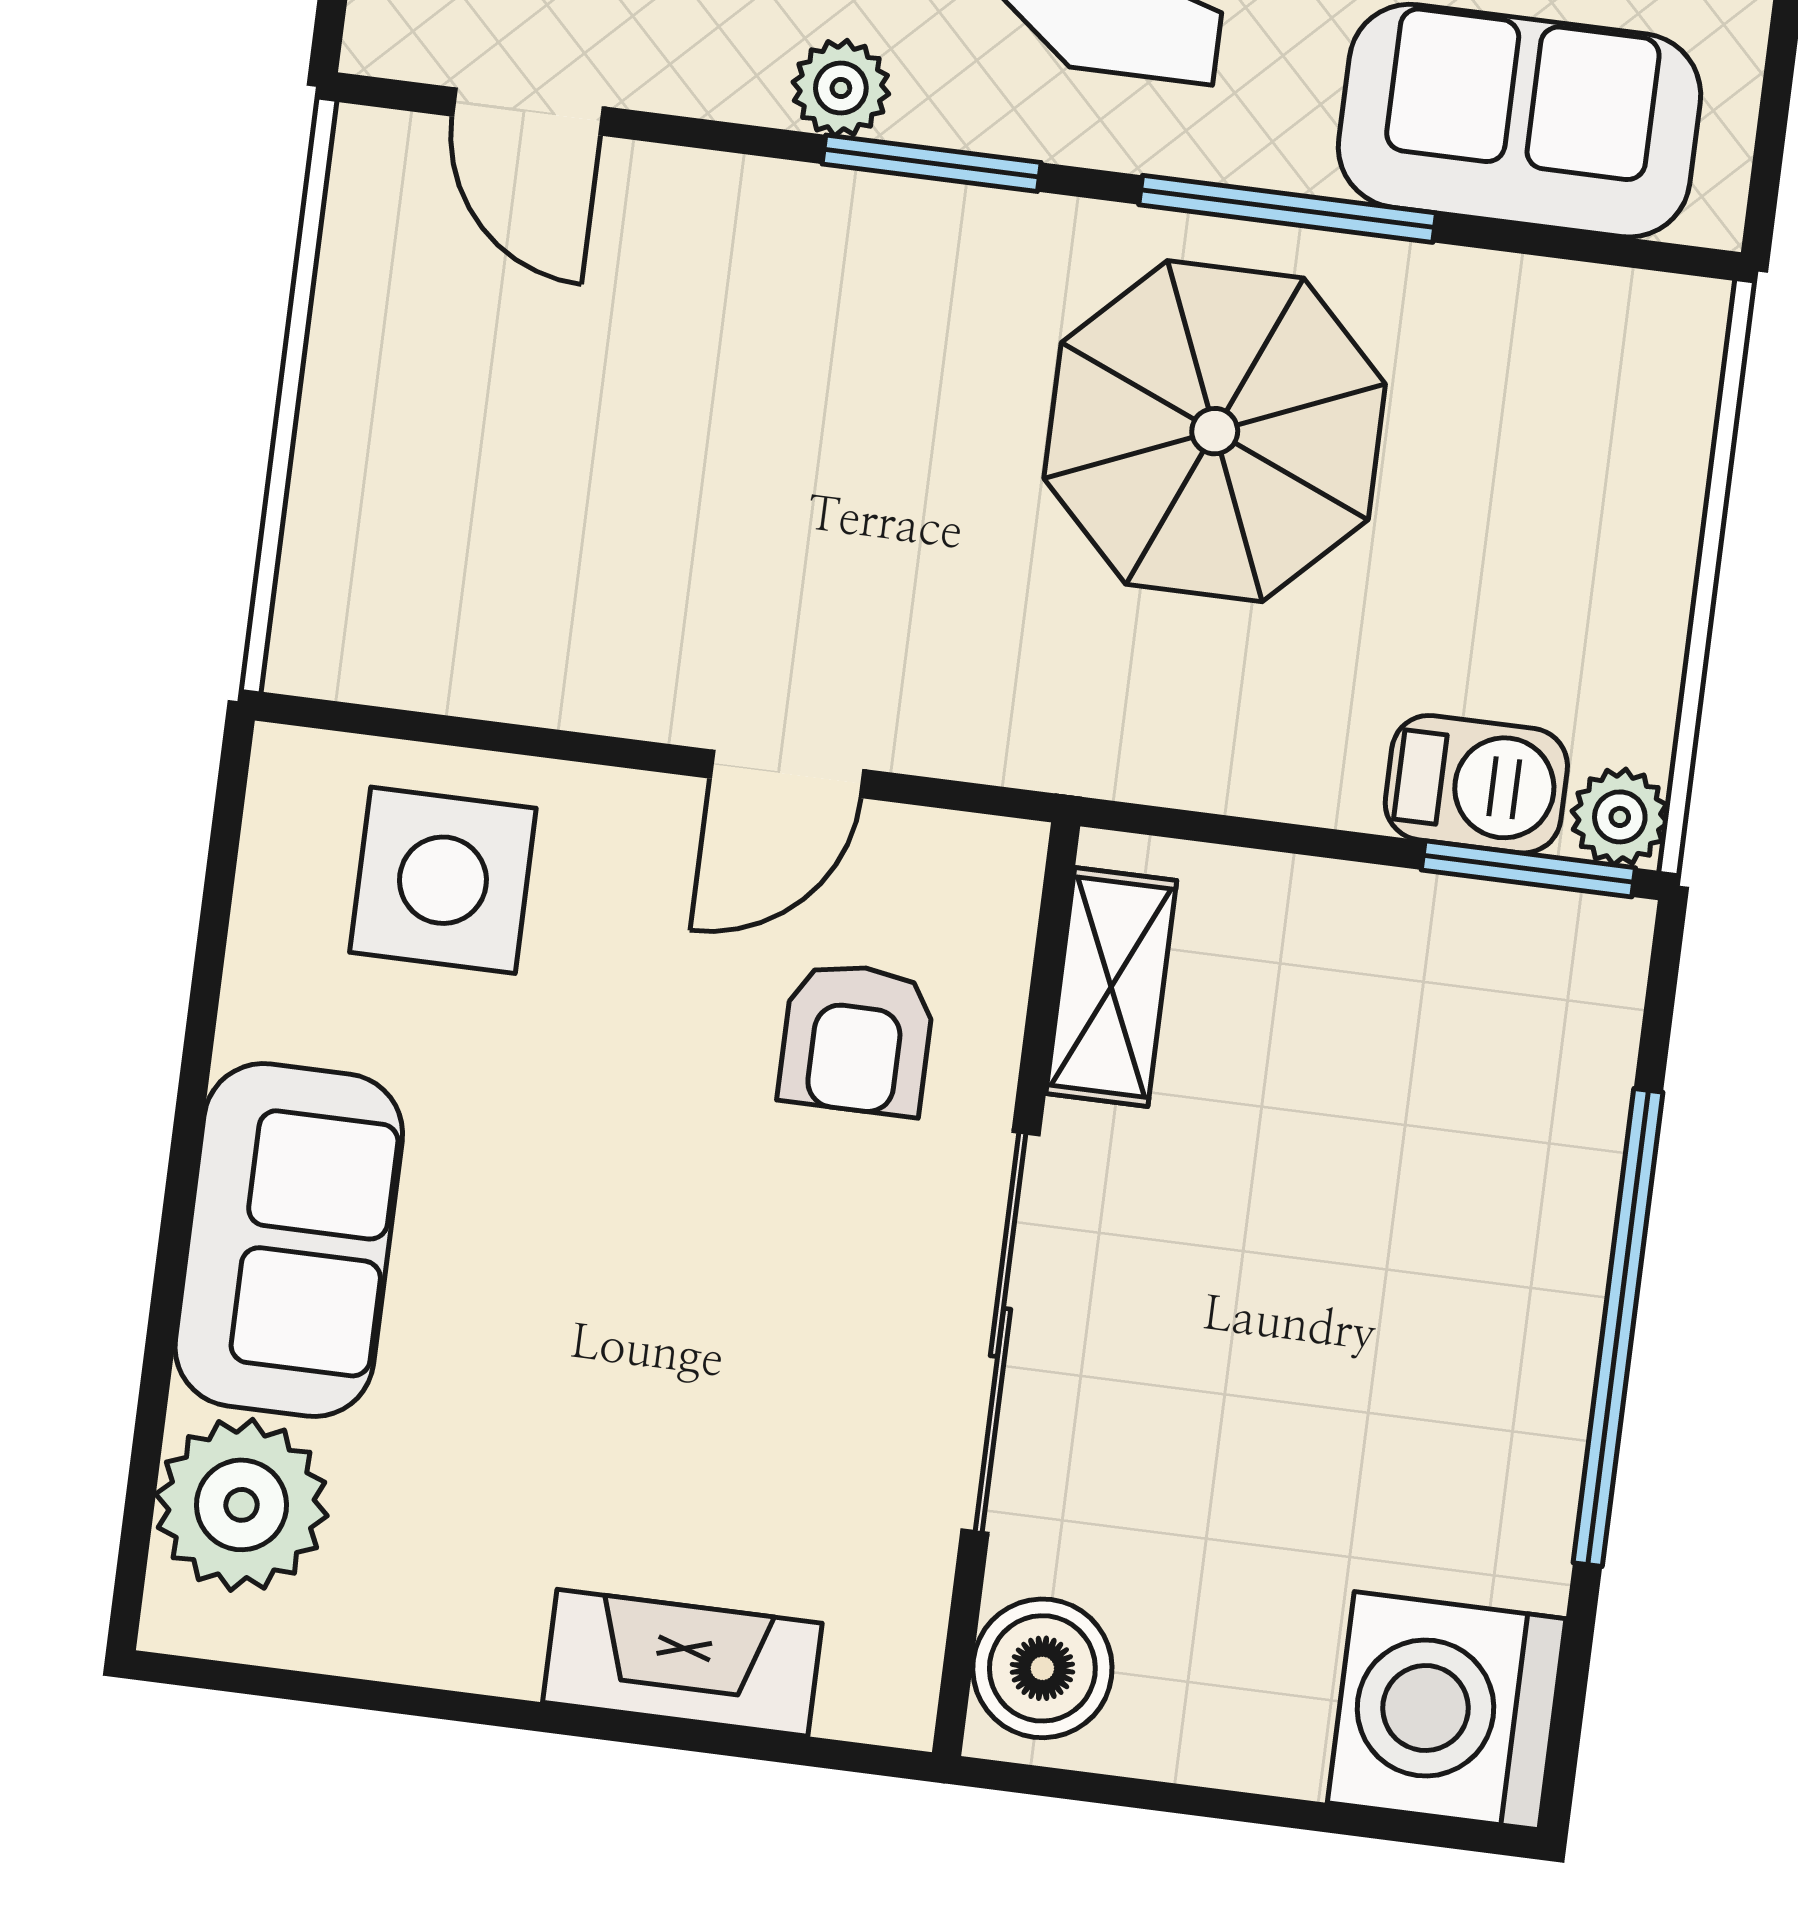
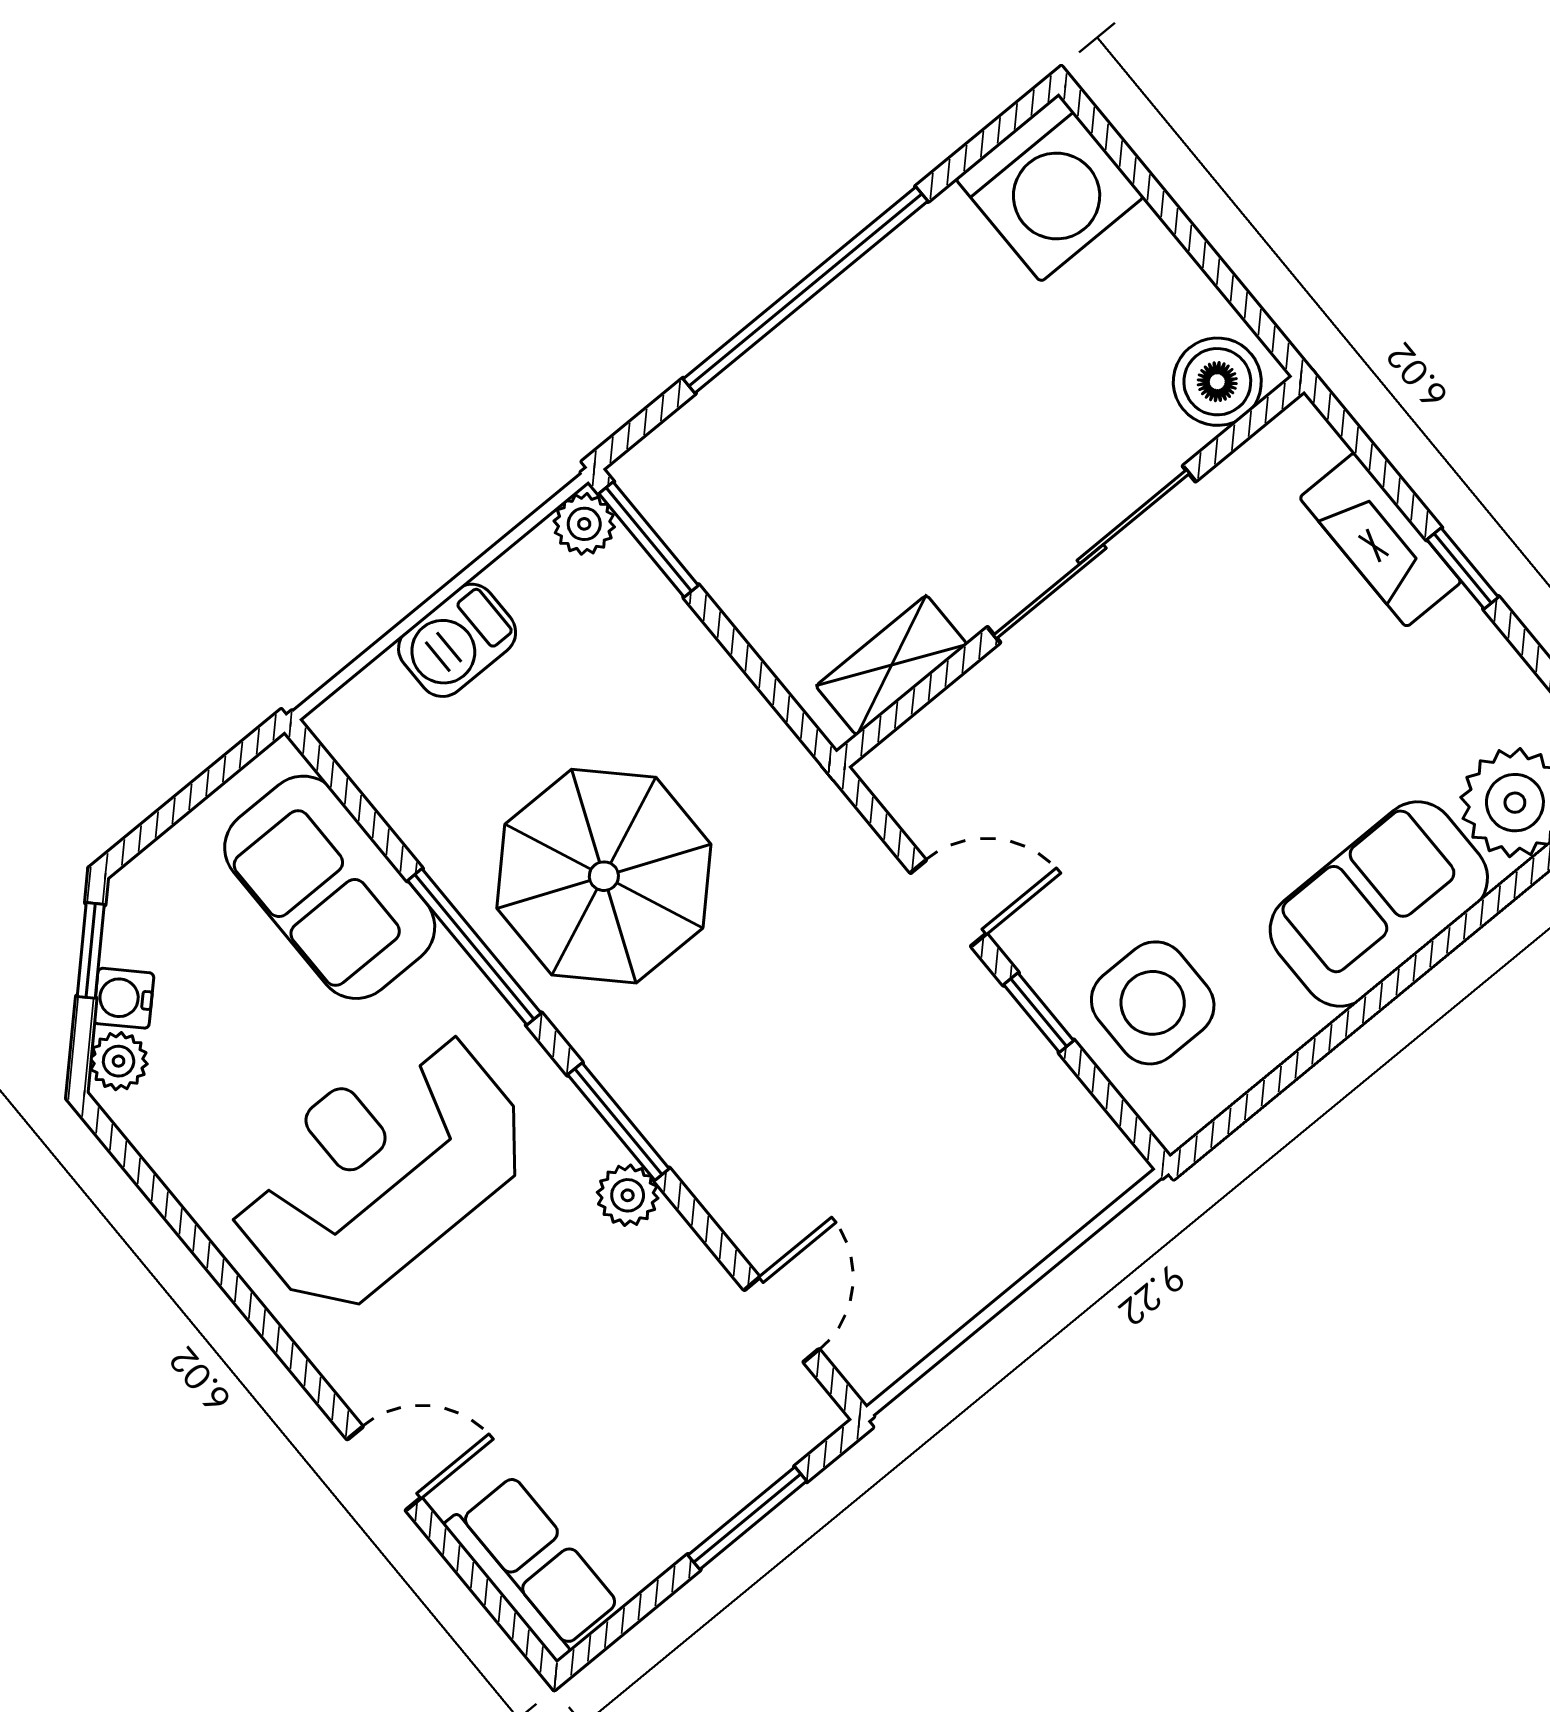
window: (564, 745) -> (1039, 1013), added
barbecue: (1476, 784) -> (457, 640), moved, turned -90
armchair: (856, 1039) -> (1031, 752), removed
window: (556, 1719) -> (1463, 568), added

